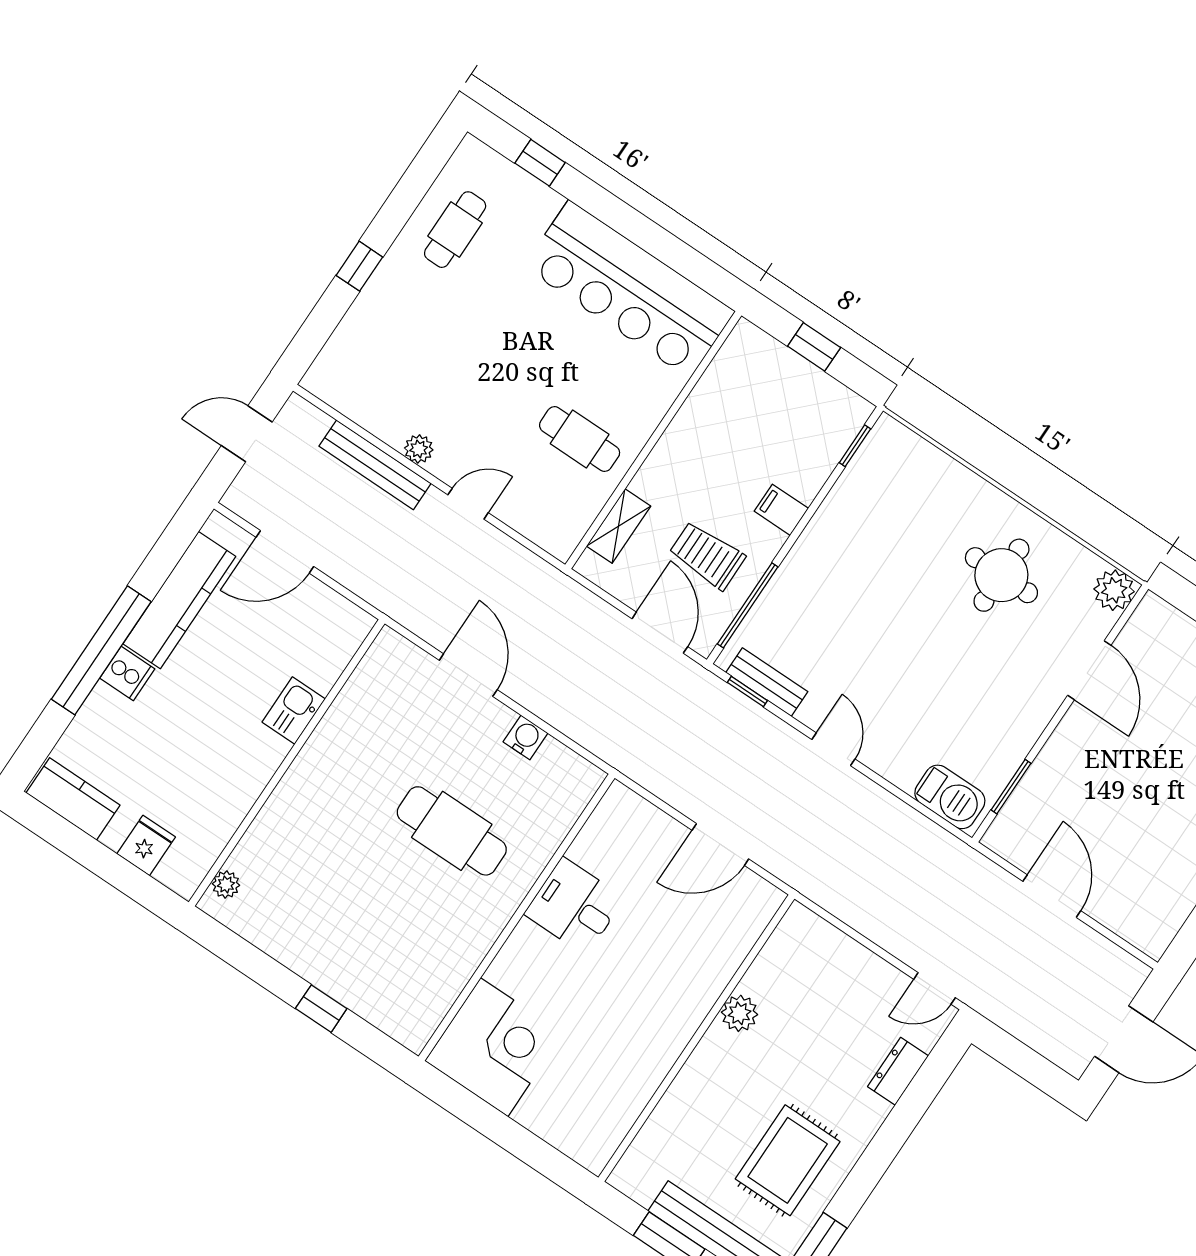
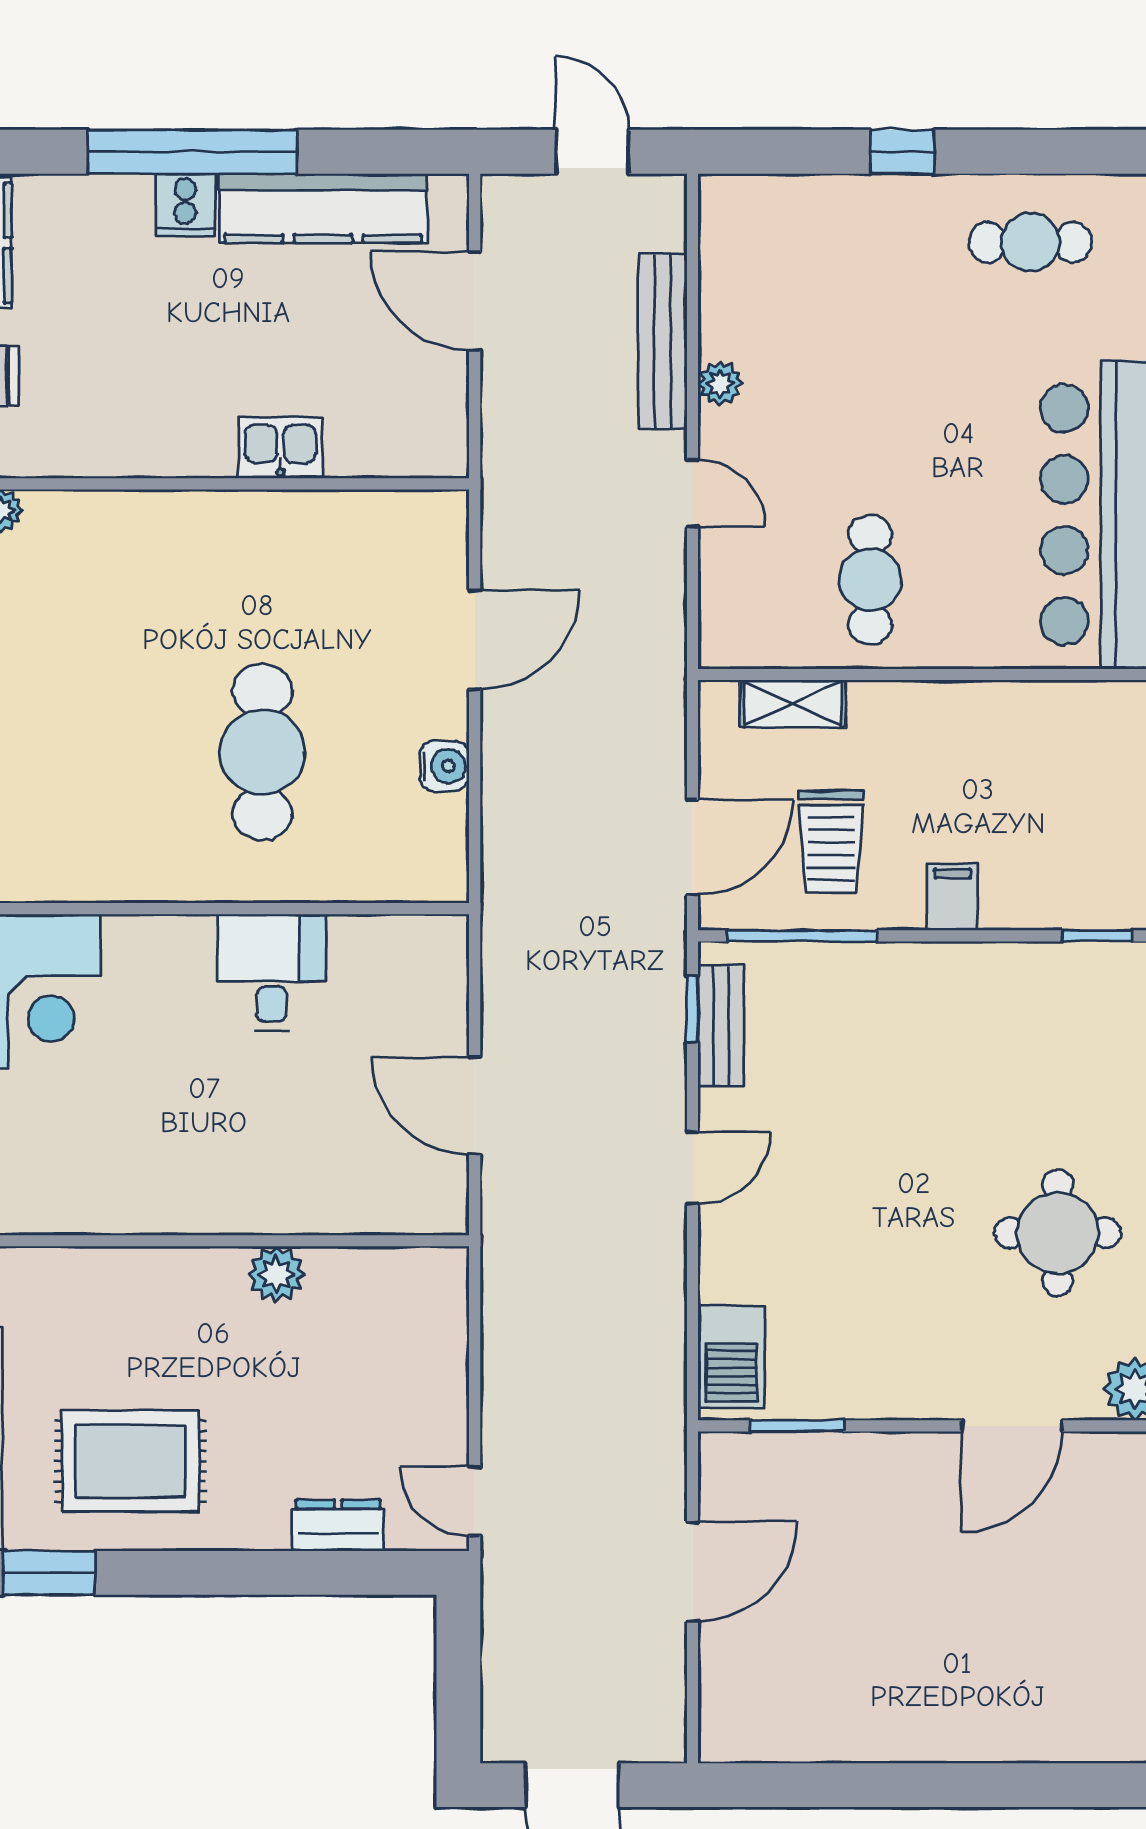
trolley: (707, 555) -> (831, 842), turned 180

